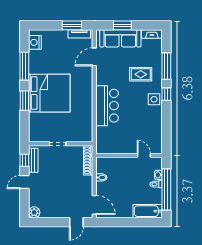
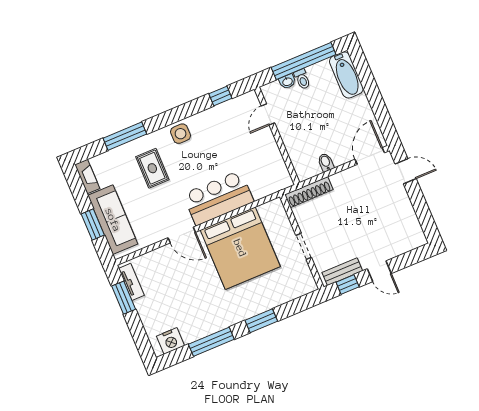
door: (94, 57) -> (182, 235), moved
bed: (49, 93) -> (240, 248), moved, turned 180
window: (166, 94) -> (220, 96), moved
plant: (34, 212) -> (417, 239), removed

